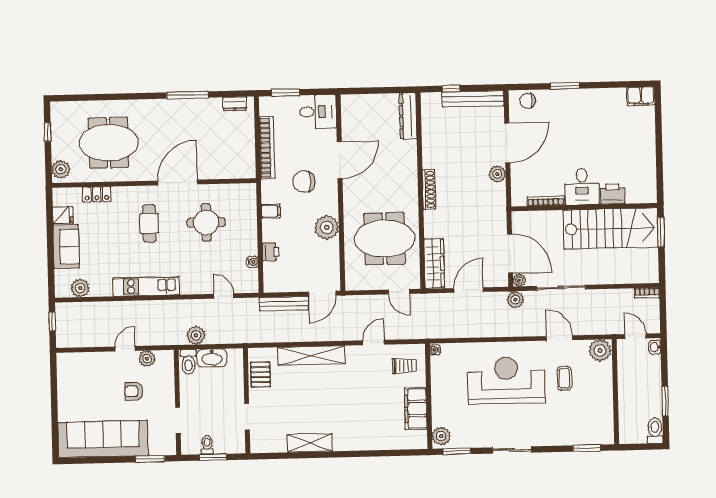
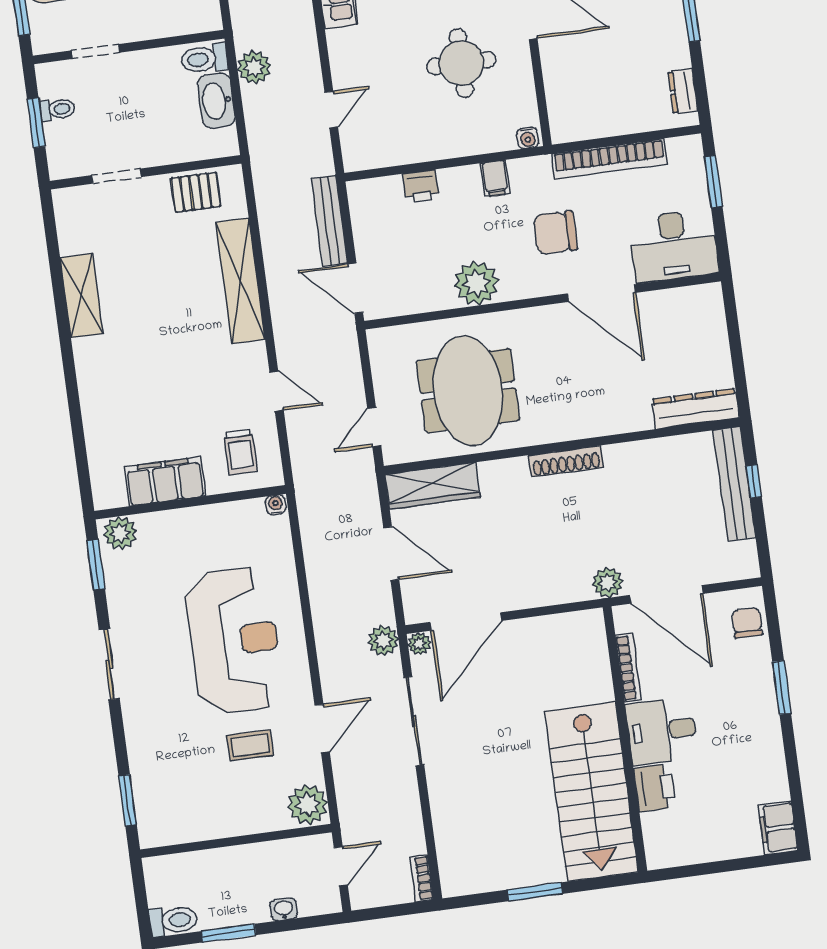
bench: (473, 99) -> (734, 484), moved
desk: (318, 112) -> (674, 246), width x1.37
chair: (304, 182) -> (555, 233), turned -90
desk: (582, 187) -> (662, 731), moved
printer: (612, 194) -> (654, 788), moved
bookcase: (546, 201) -> (628, 668), moved
wall: (584, 207) -> (625, 739), moved
stairs: (611, 228) -> (591, 791), moved
water cooler: (252, 262) -> (528, 138), moved
washbasin: (655, 347) -> (284, 909), moved

